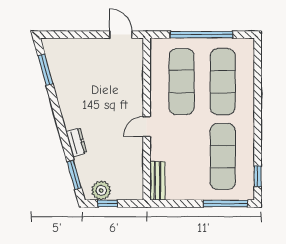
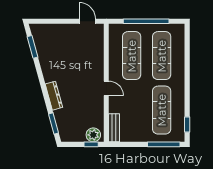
door: (147, 127) -> (106, 88), swing flipped
dresser: (76, 142) -> (54, 96), width x1.44
plant: (101, 190) -> (93, 135), moved
window: (108, 203) -> (91, 144), moved

